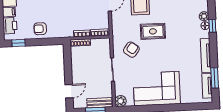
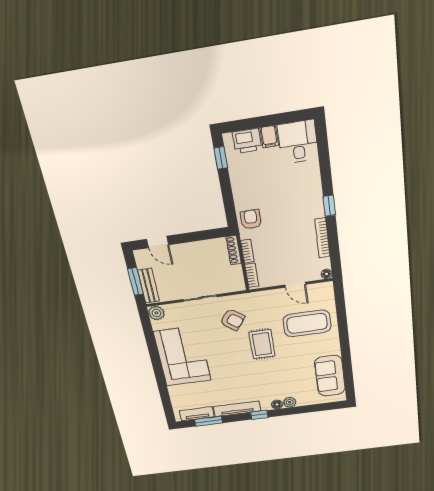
window: (212, 26) -> (259, 415), moved
armchair: (40, 29) -> (251, 219), moved

